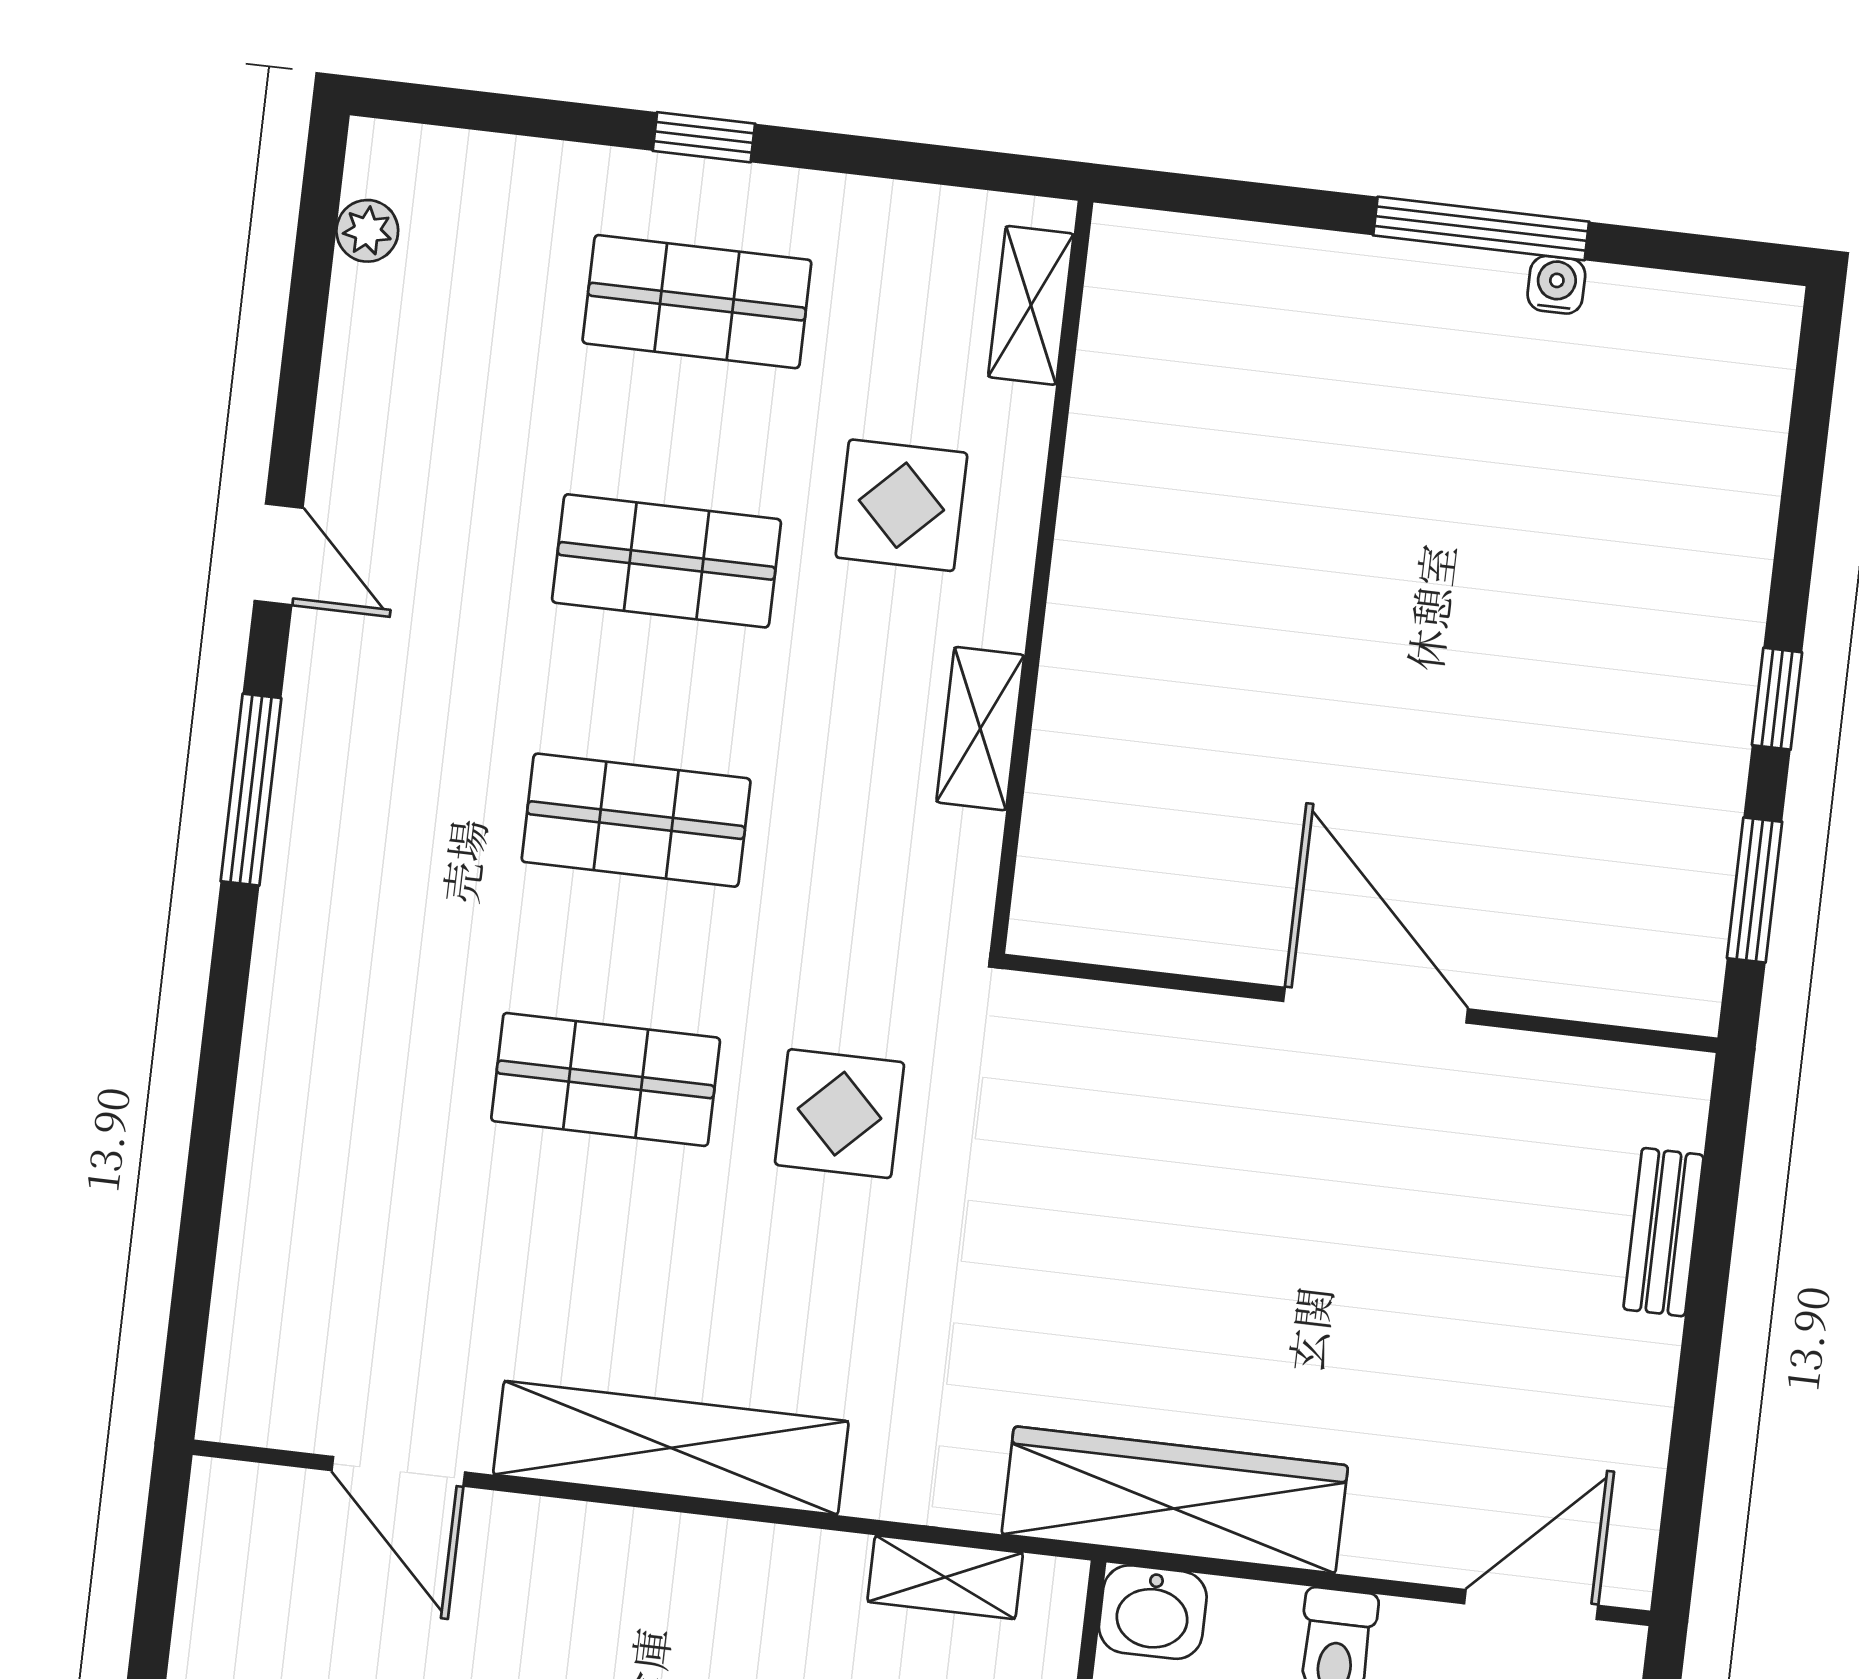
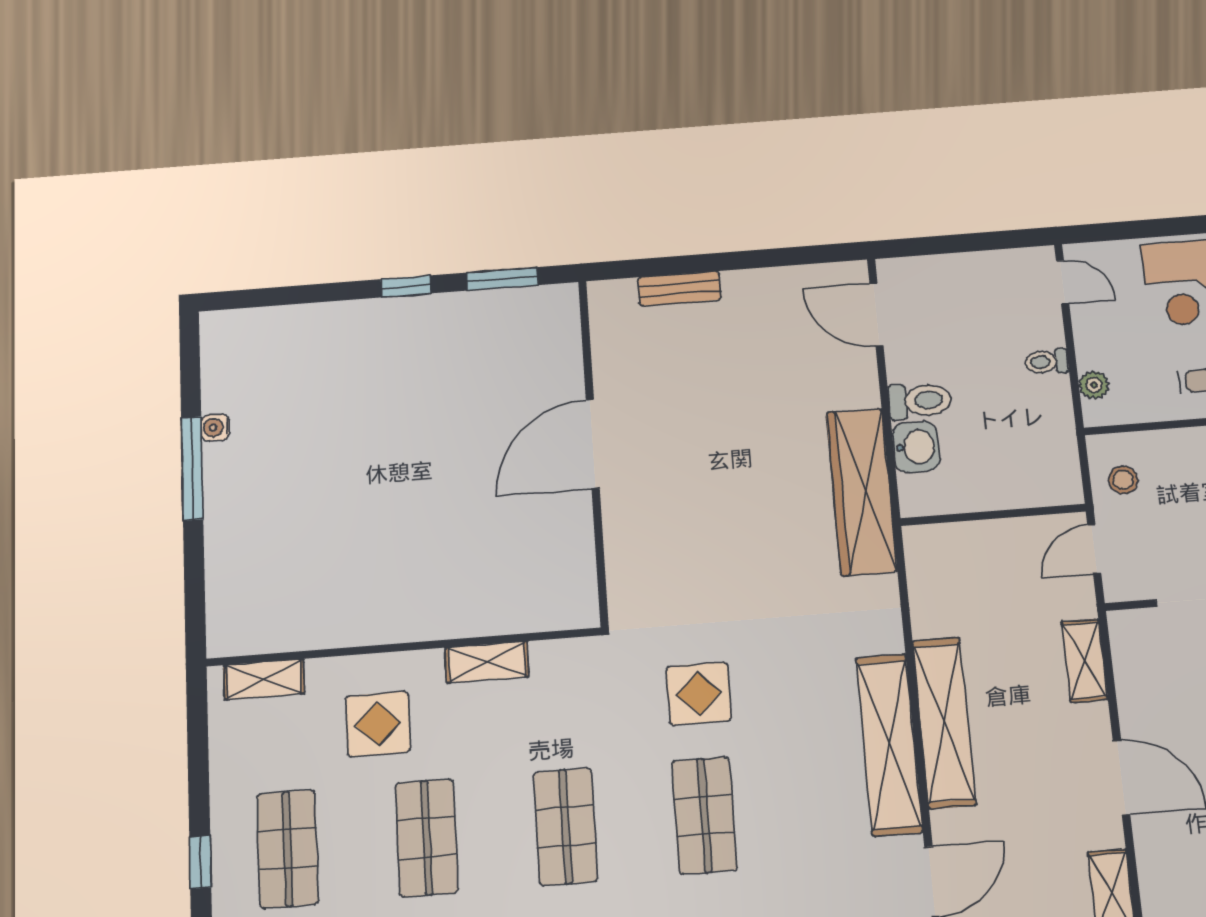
shelving: (945, 1577) -> (944, 722), moved, width x2.20, depth x1.33
washbasin: (1153, 1612) -> (916, 447), moved

